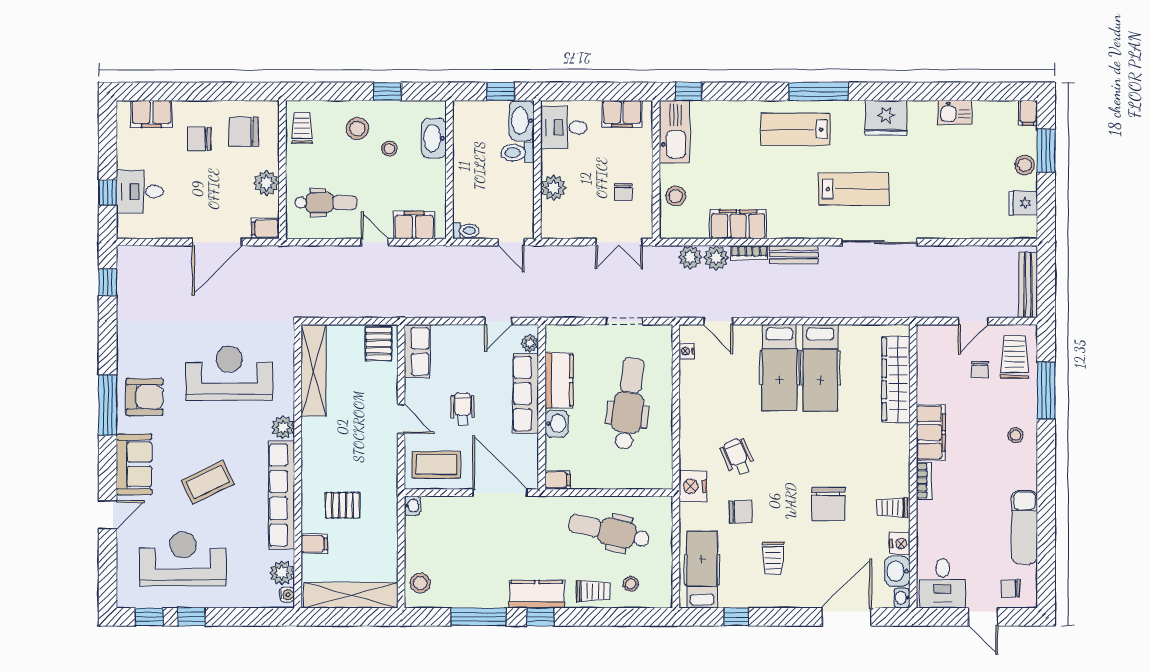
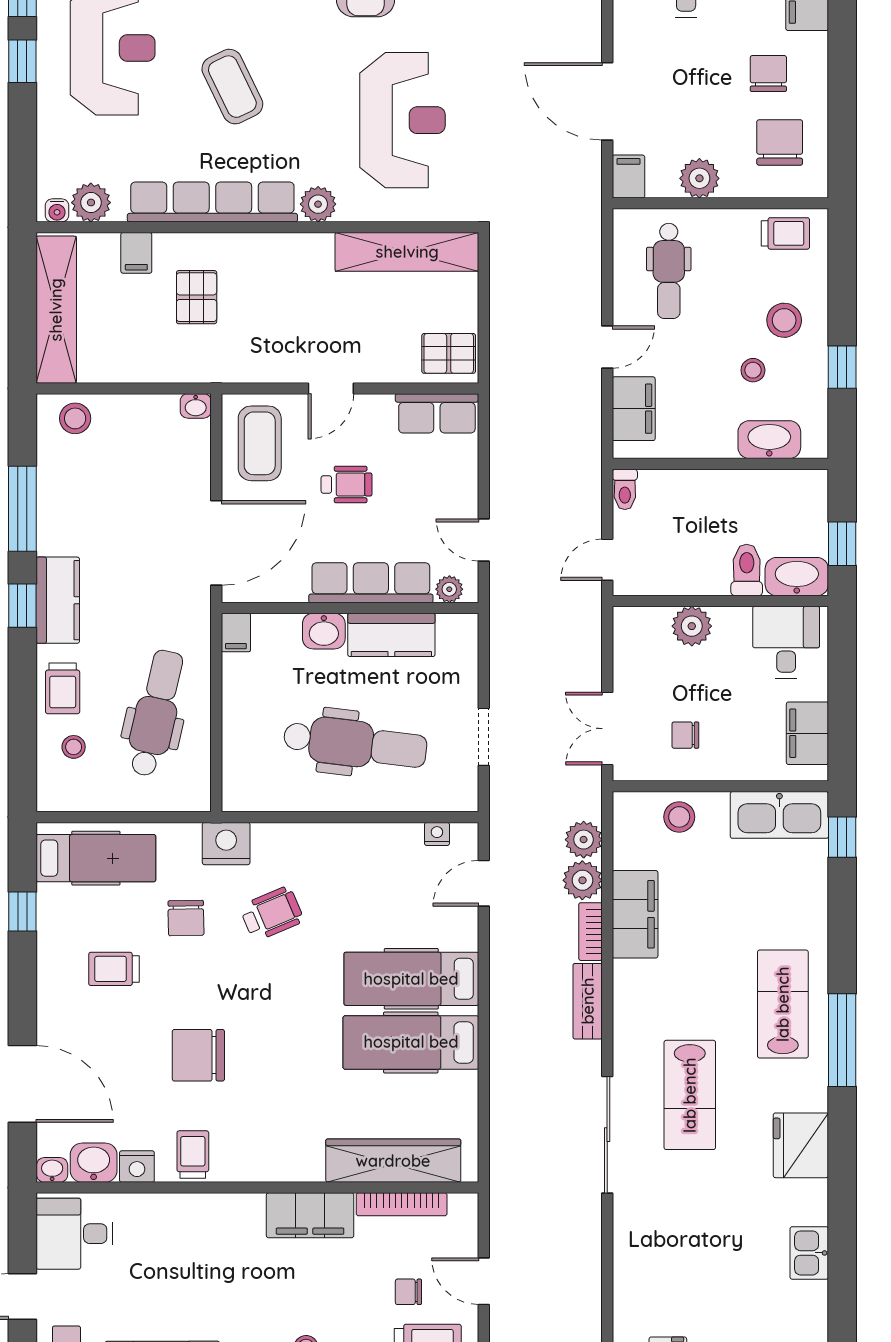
bookcase: (924, 481) -> (402, 1204), moved, width x1.56

